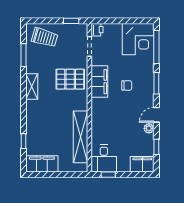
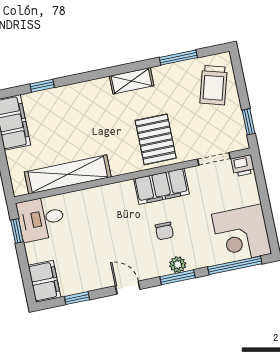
plant: (149, 128) -> (178, 265), moved

